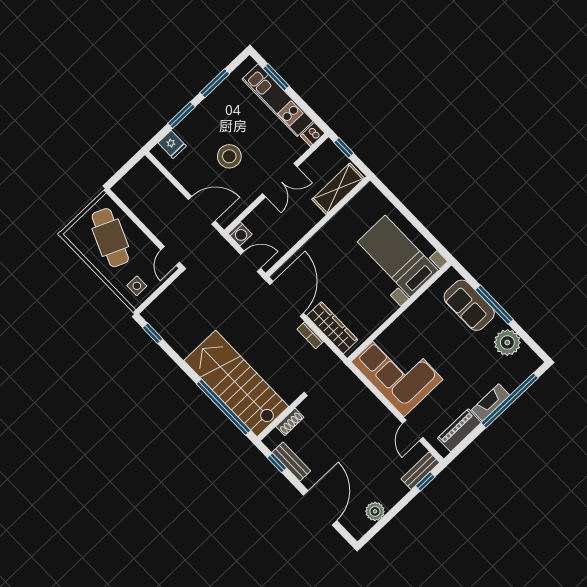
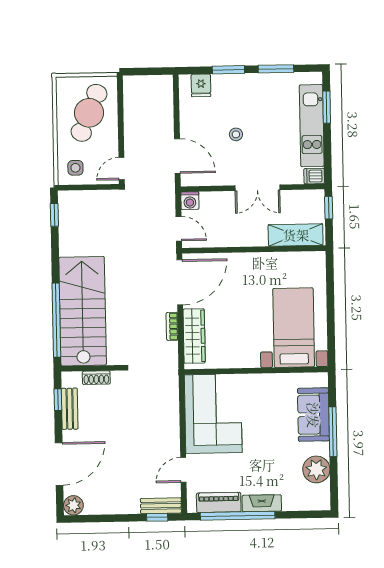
stool: (229, 156) -> (236, 134), width x0.53, depth x0.53
window: (510, 400) -> (238, 516), moved
plant: (375, 511) -> (73, 505), moved

